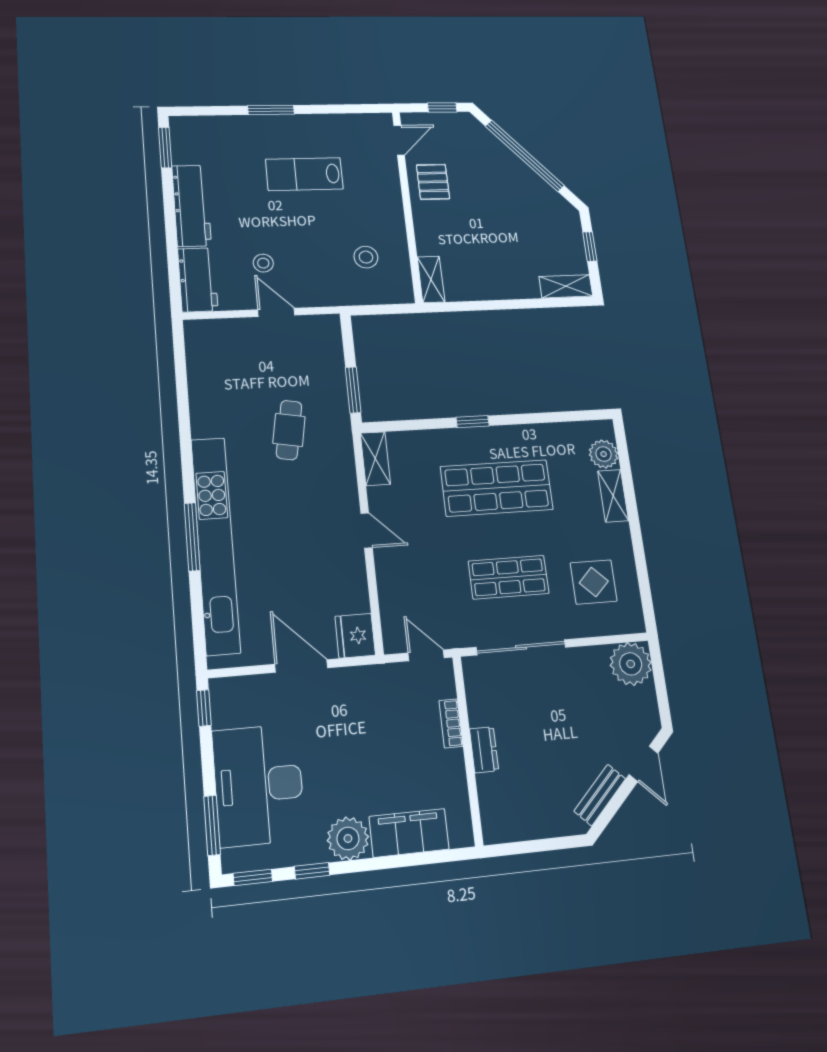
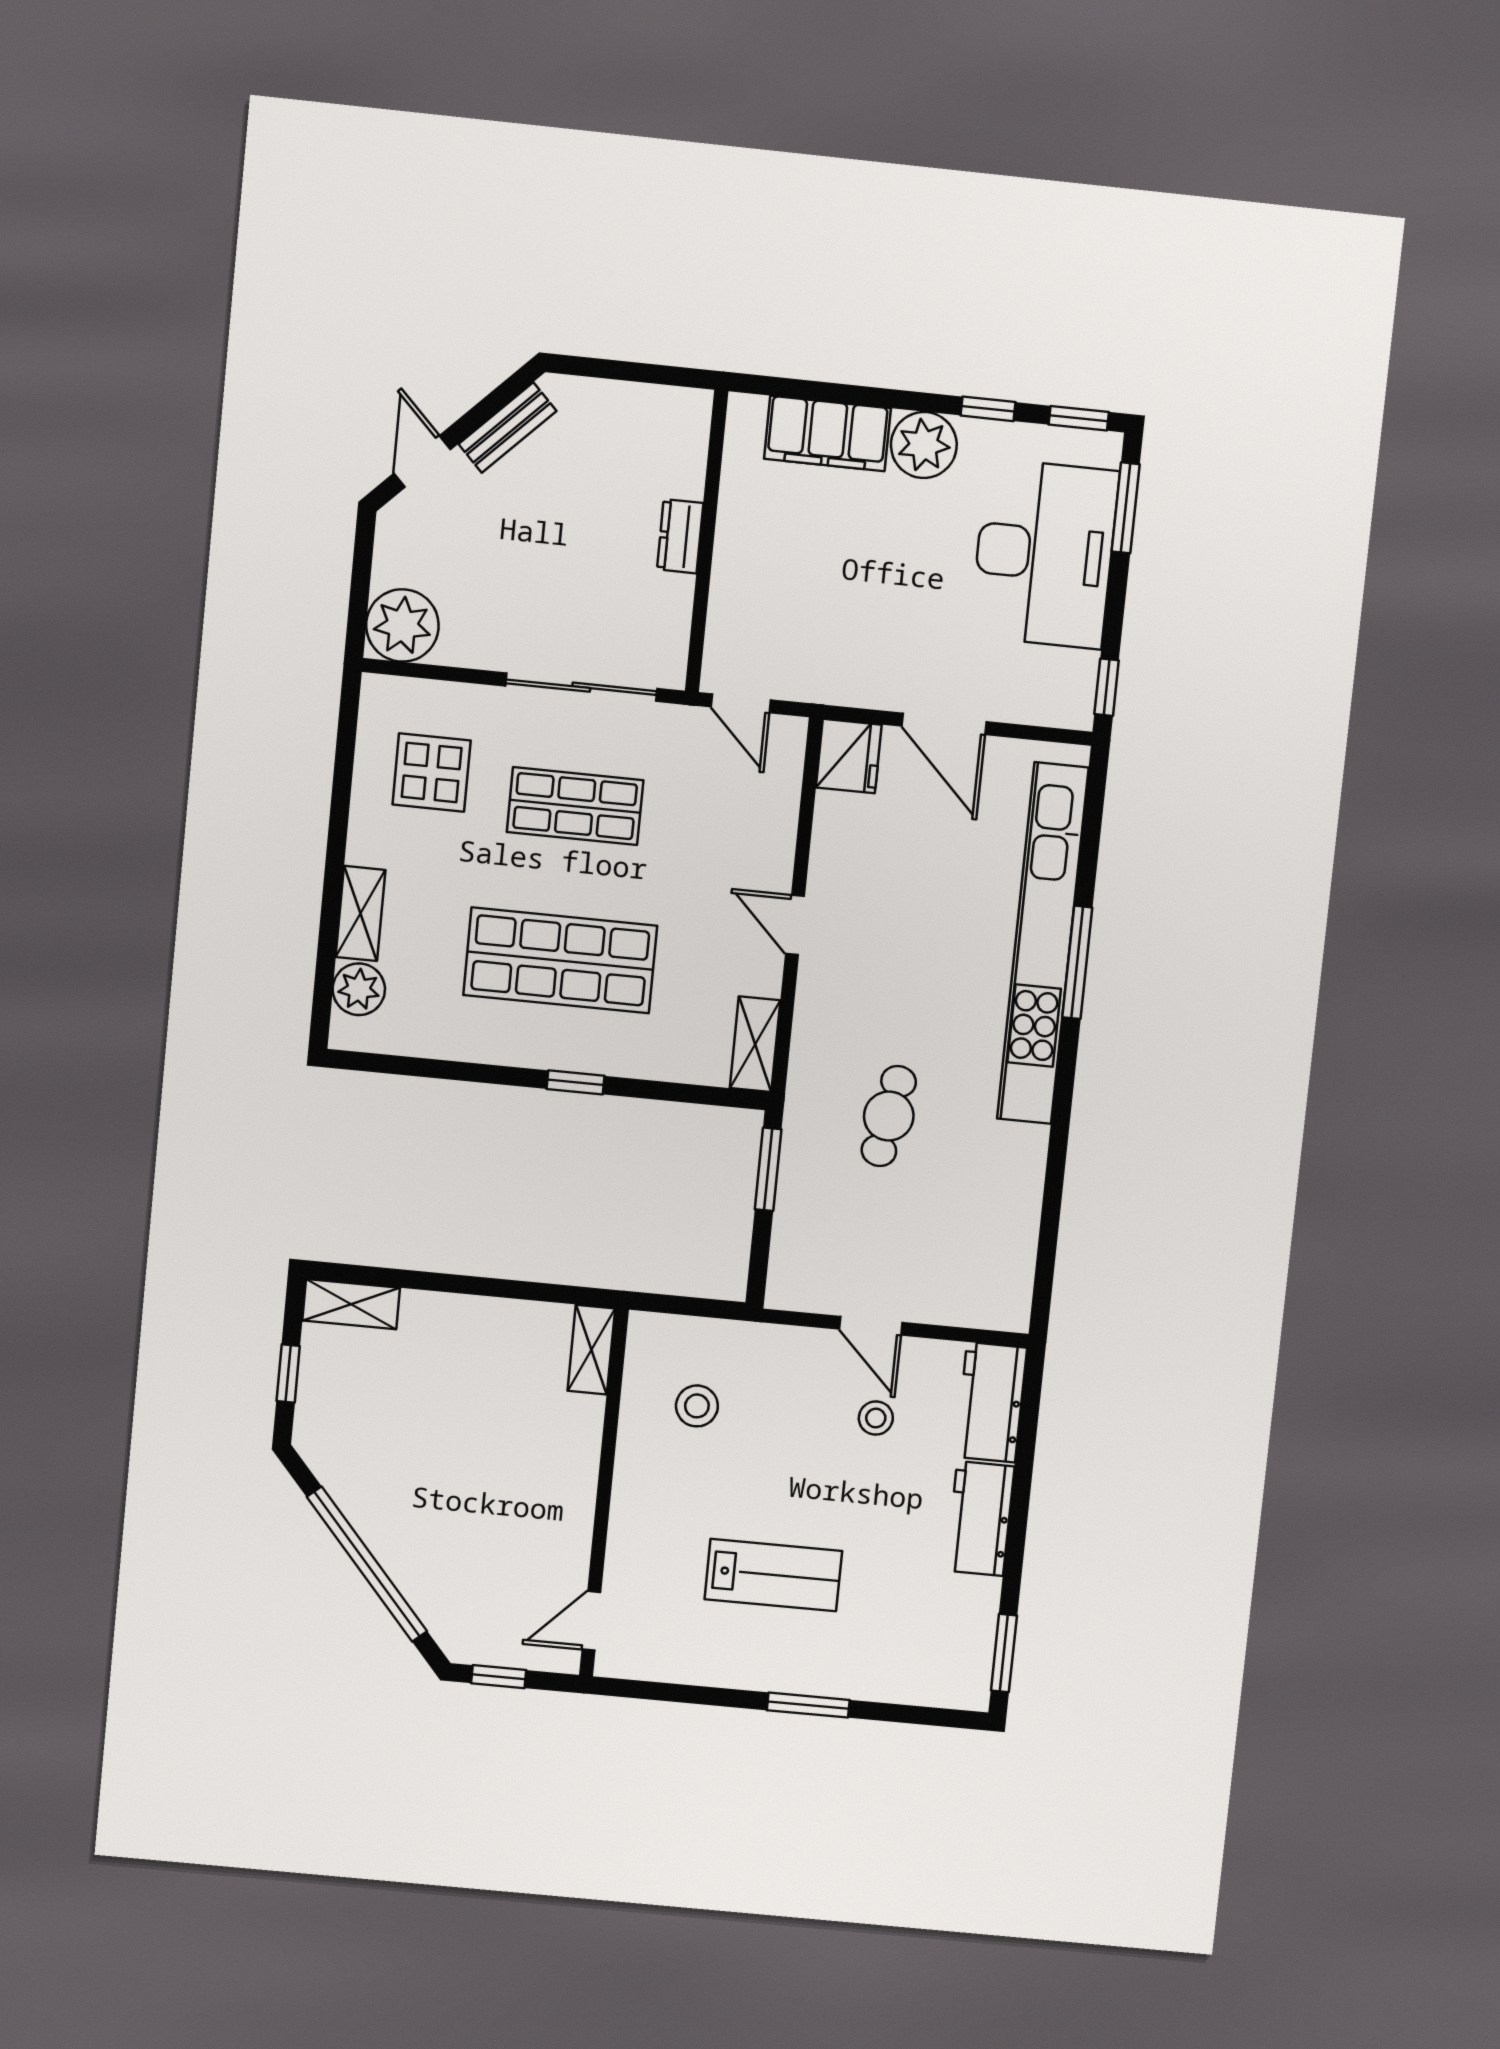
pallet: (433, 182) -> (547, 1533), removed
workbench: (192, 206) -> (980, 1519), width x0.73
bookcase: (451, 723) -> (724, 588), removed

